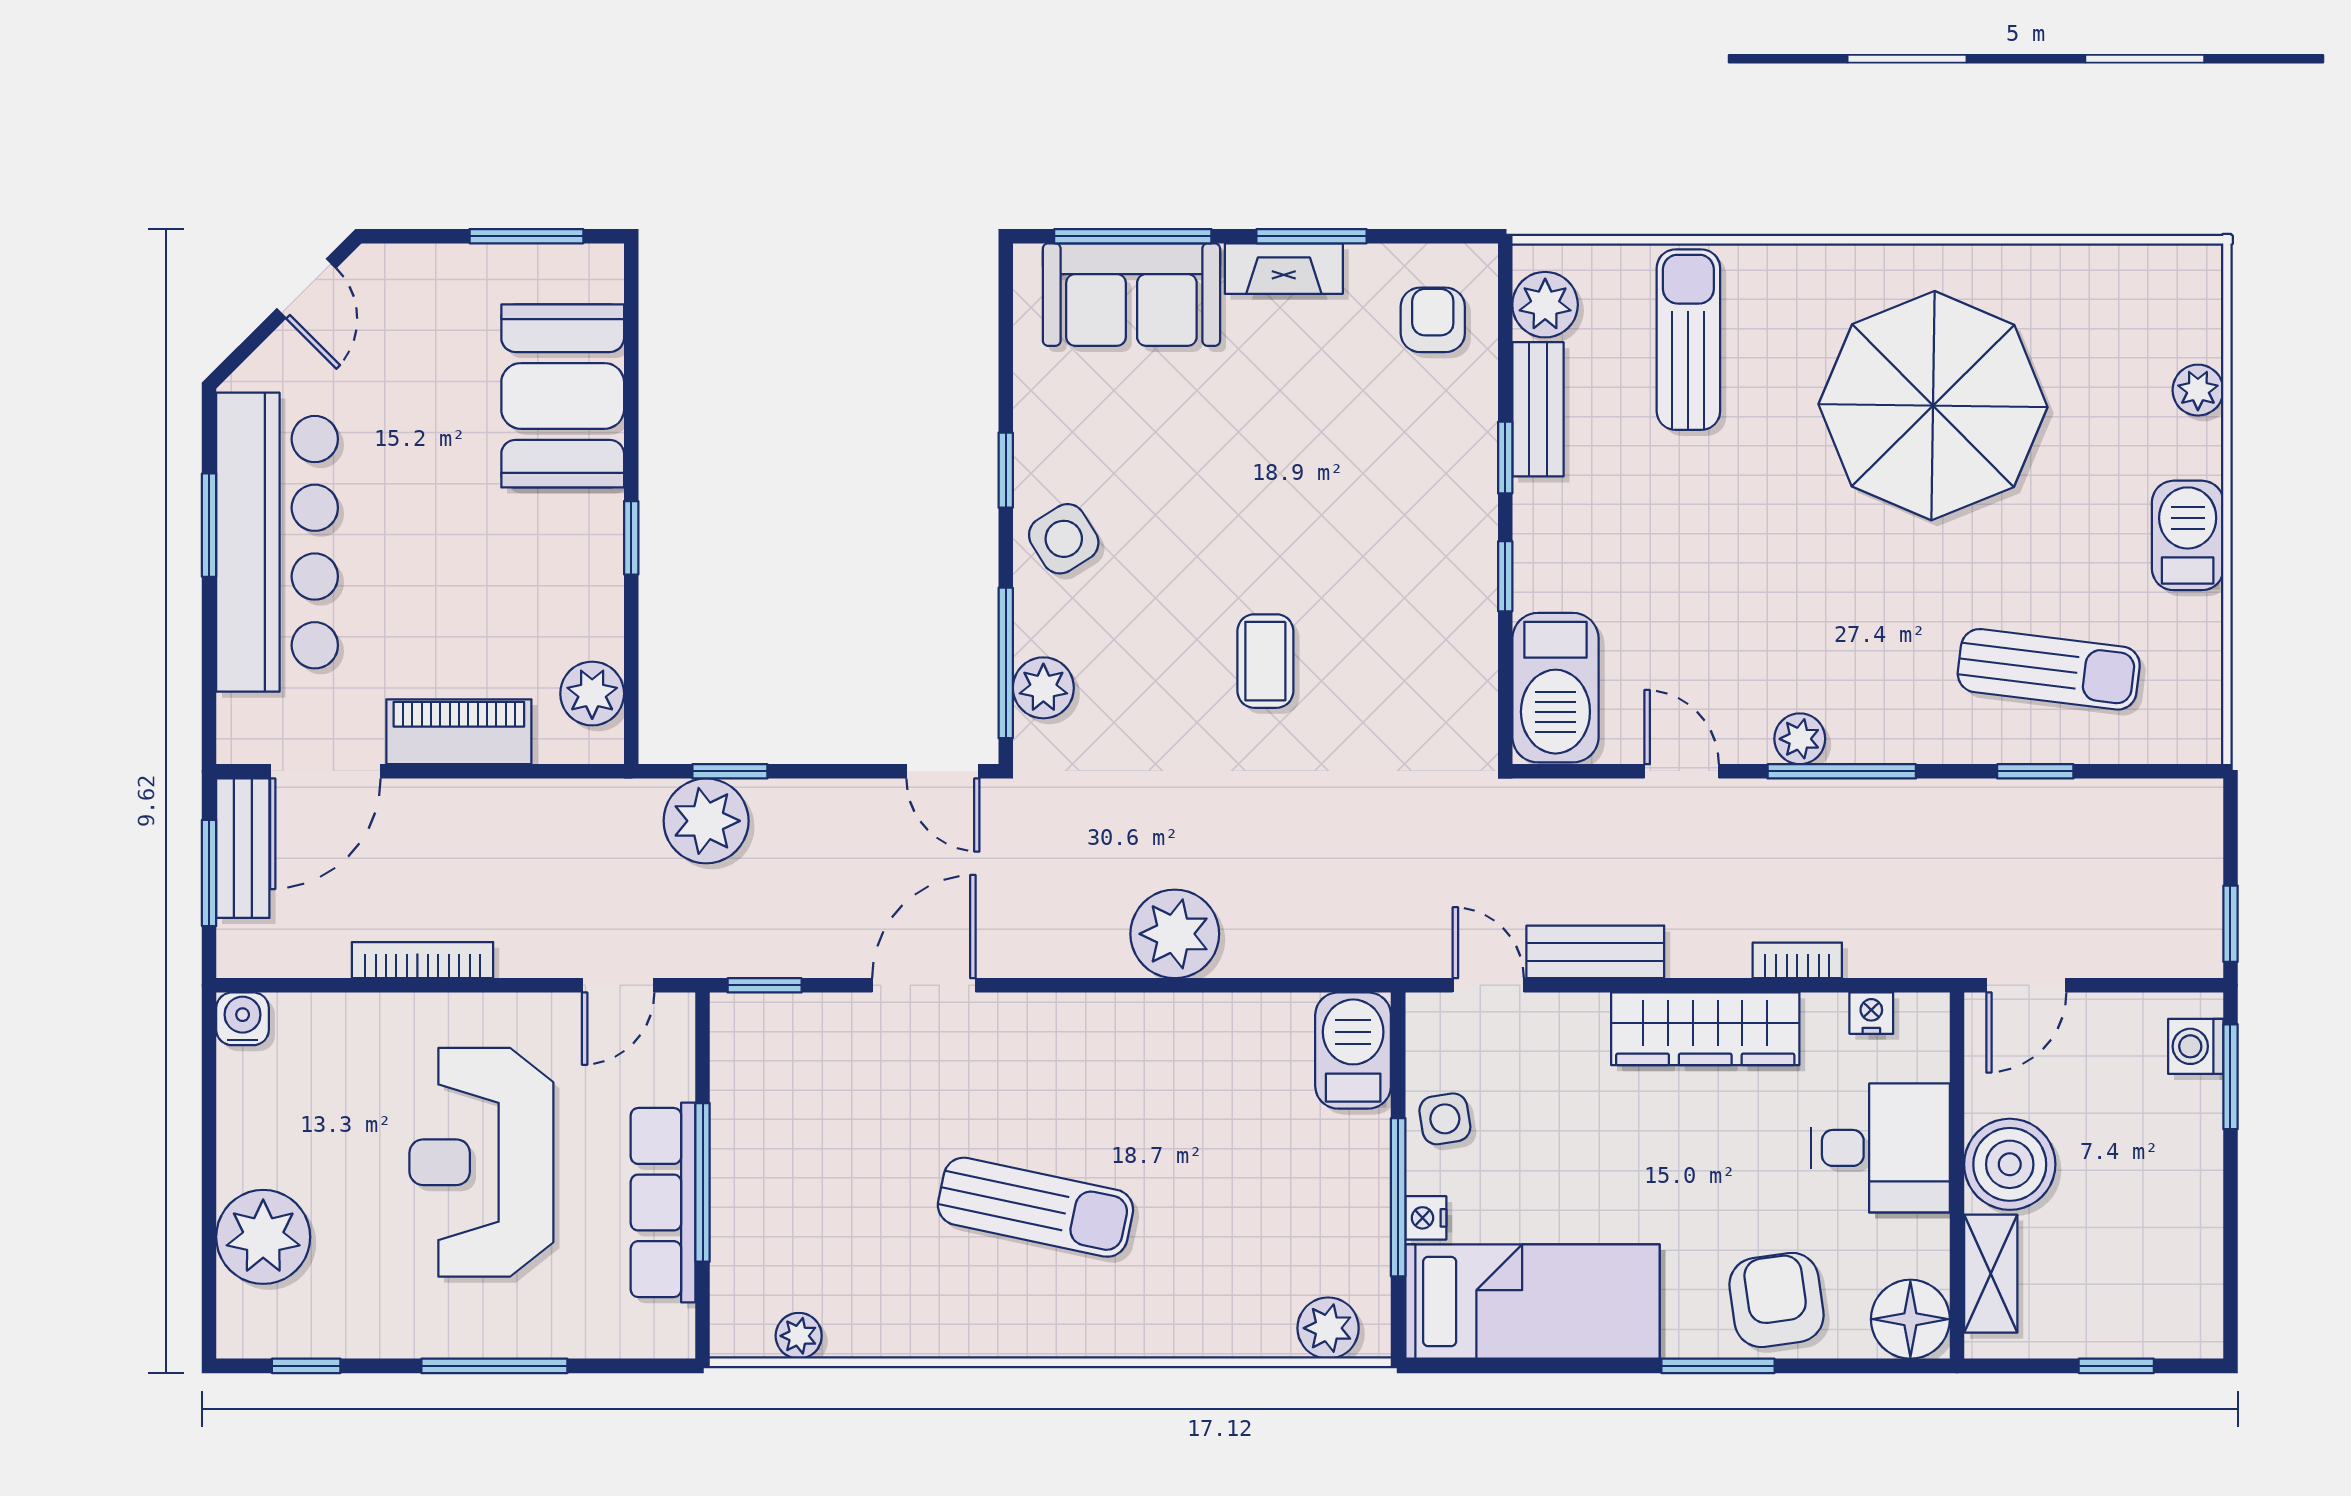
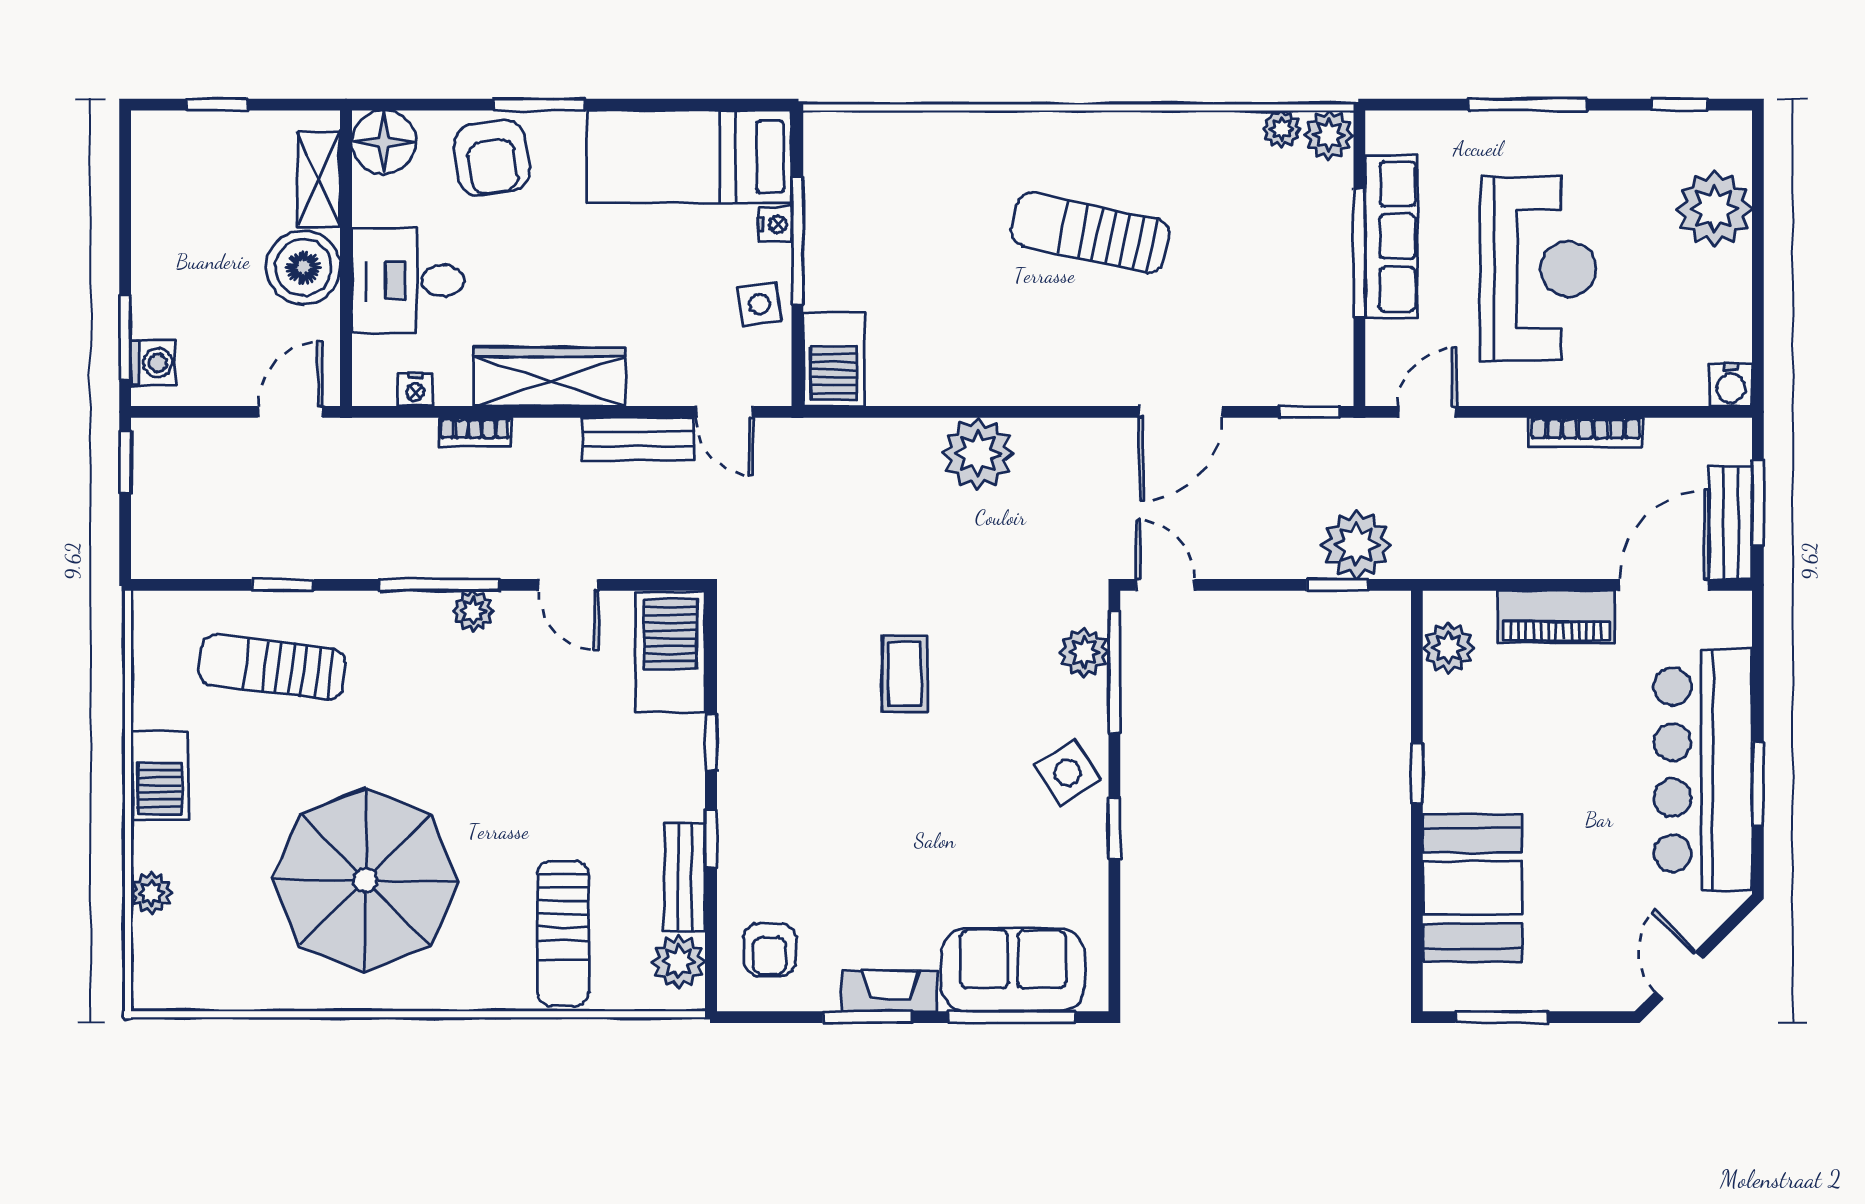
plant: (1328, 1328) -> (1329, 135), moved

